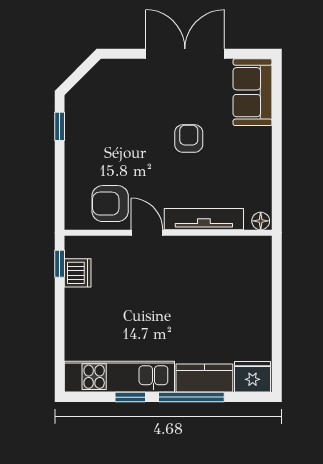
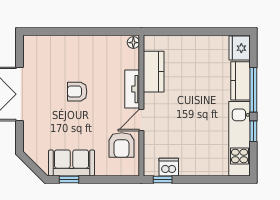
sofa: (253, 92) -> (72, 163), moved, turned 180
tv unit: (204, 219) -> (132, 89), width x0.71
kitchen counter: (218, 251) -> (154, 72), added

